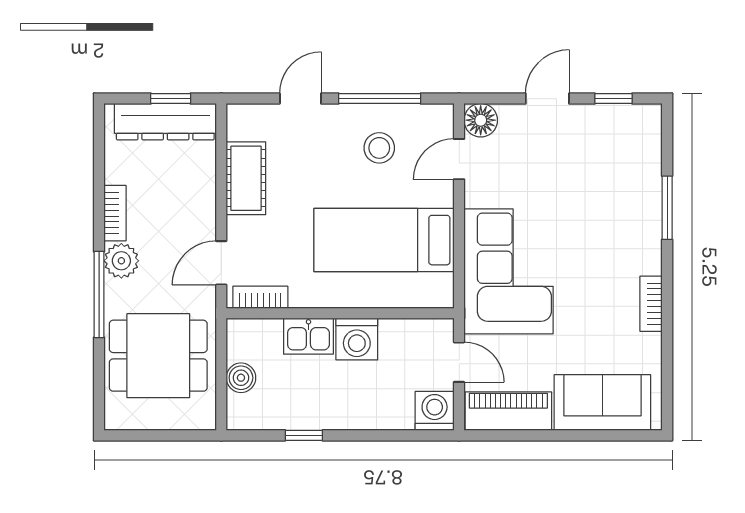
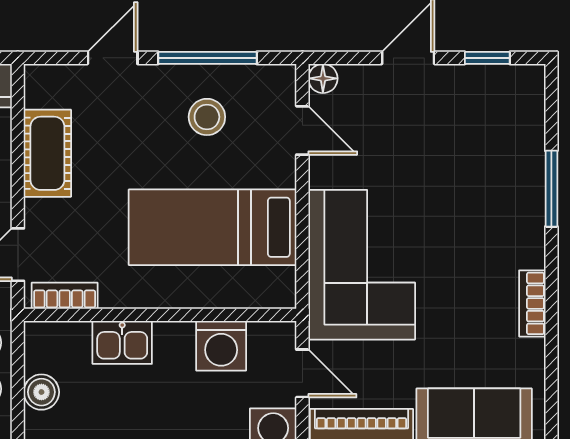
floor lamp: (481, 120) -> (323, 78), width x0.73, depth x0.73
door: (459, 159) -> (302, 130), swing flipped
washing machine: (357, 339) -> (221, 346), moved

